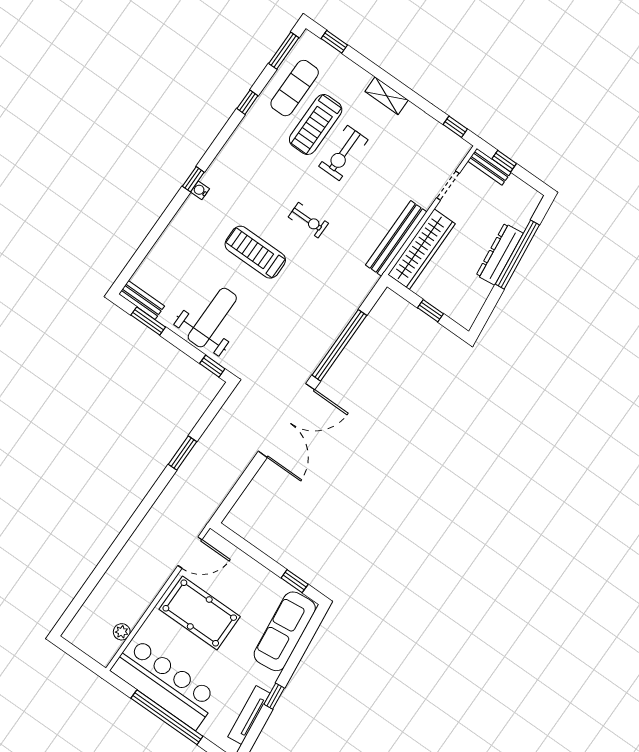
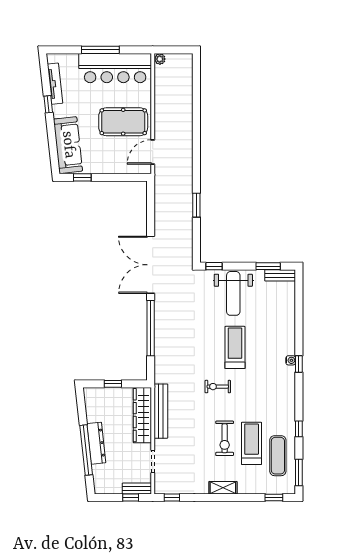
exercise bike: (343, 153) -> (225, 438), turned 180
treadmill: (255, 252) -> (235, 347), turned -90
plant: (122, 632) -> (160, 59), moved
window: (167, 717) -> (100, 50), width x0.68

